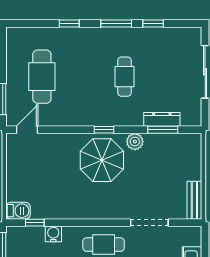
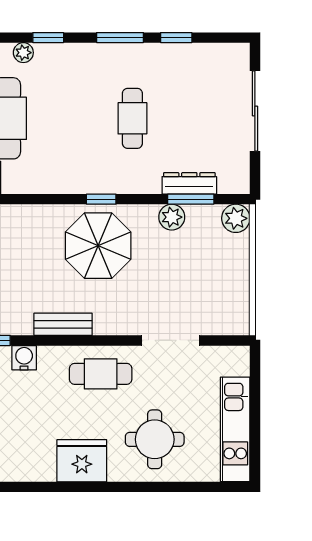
plant: (53, 33) -> (23, 53), added
plant: (135, 142) -> (172, 217), moved
plant: (192, 142) -> (236, 218), added
bench: (194, 200) -> (63, 324), moved, turned 90

